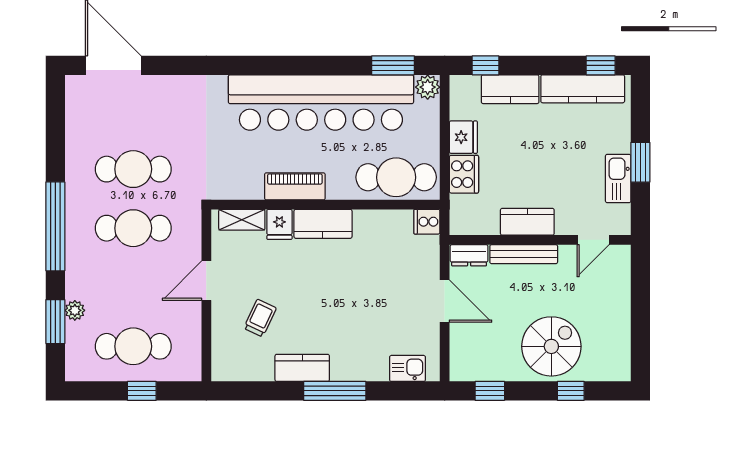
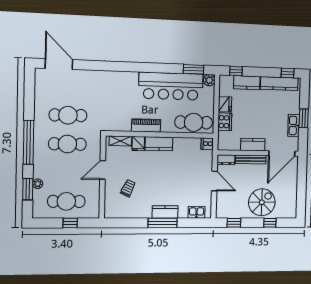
bar counter: (321, 103) -> (171, 86), width x0.73
door: (593, 240) -> (282, 154), width x1.88
kitchen counter: (302, 368) -> (165, 212), moved

